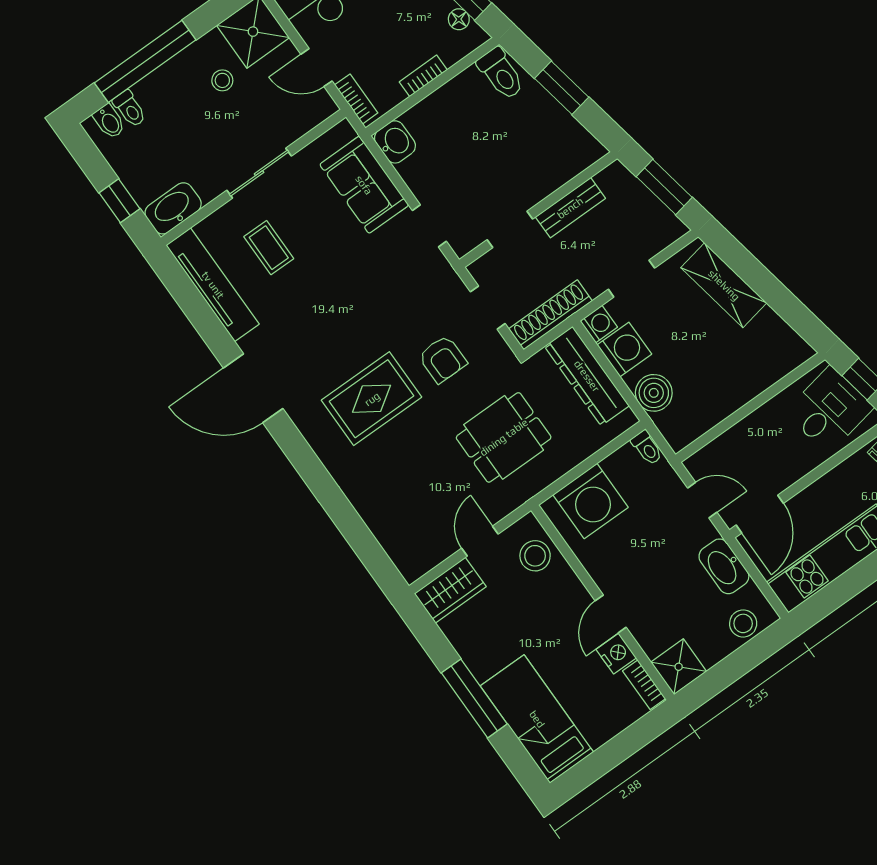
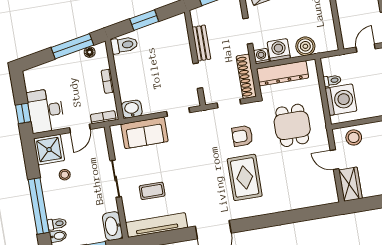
armchair: (443, 359) -> (242, 136), turned 180
toilet: (647, 448) -> (332, 81), moved

